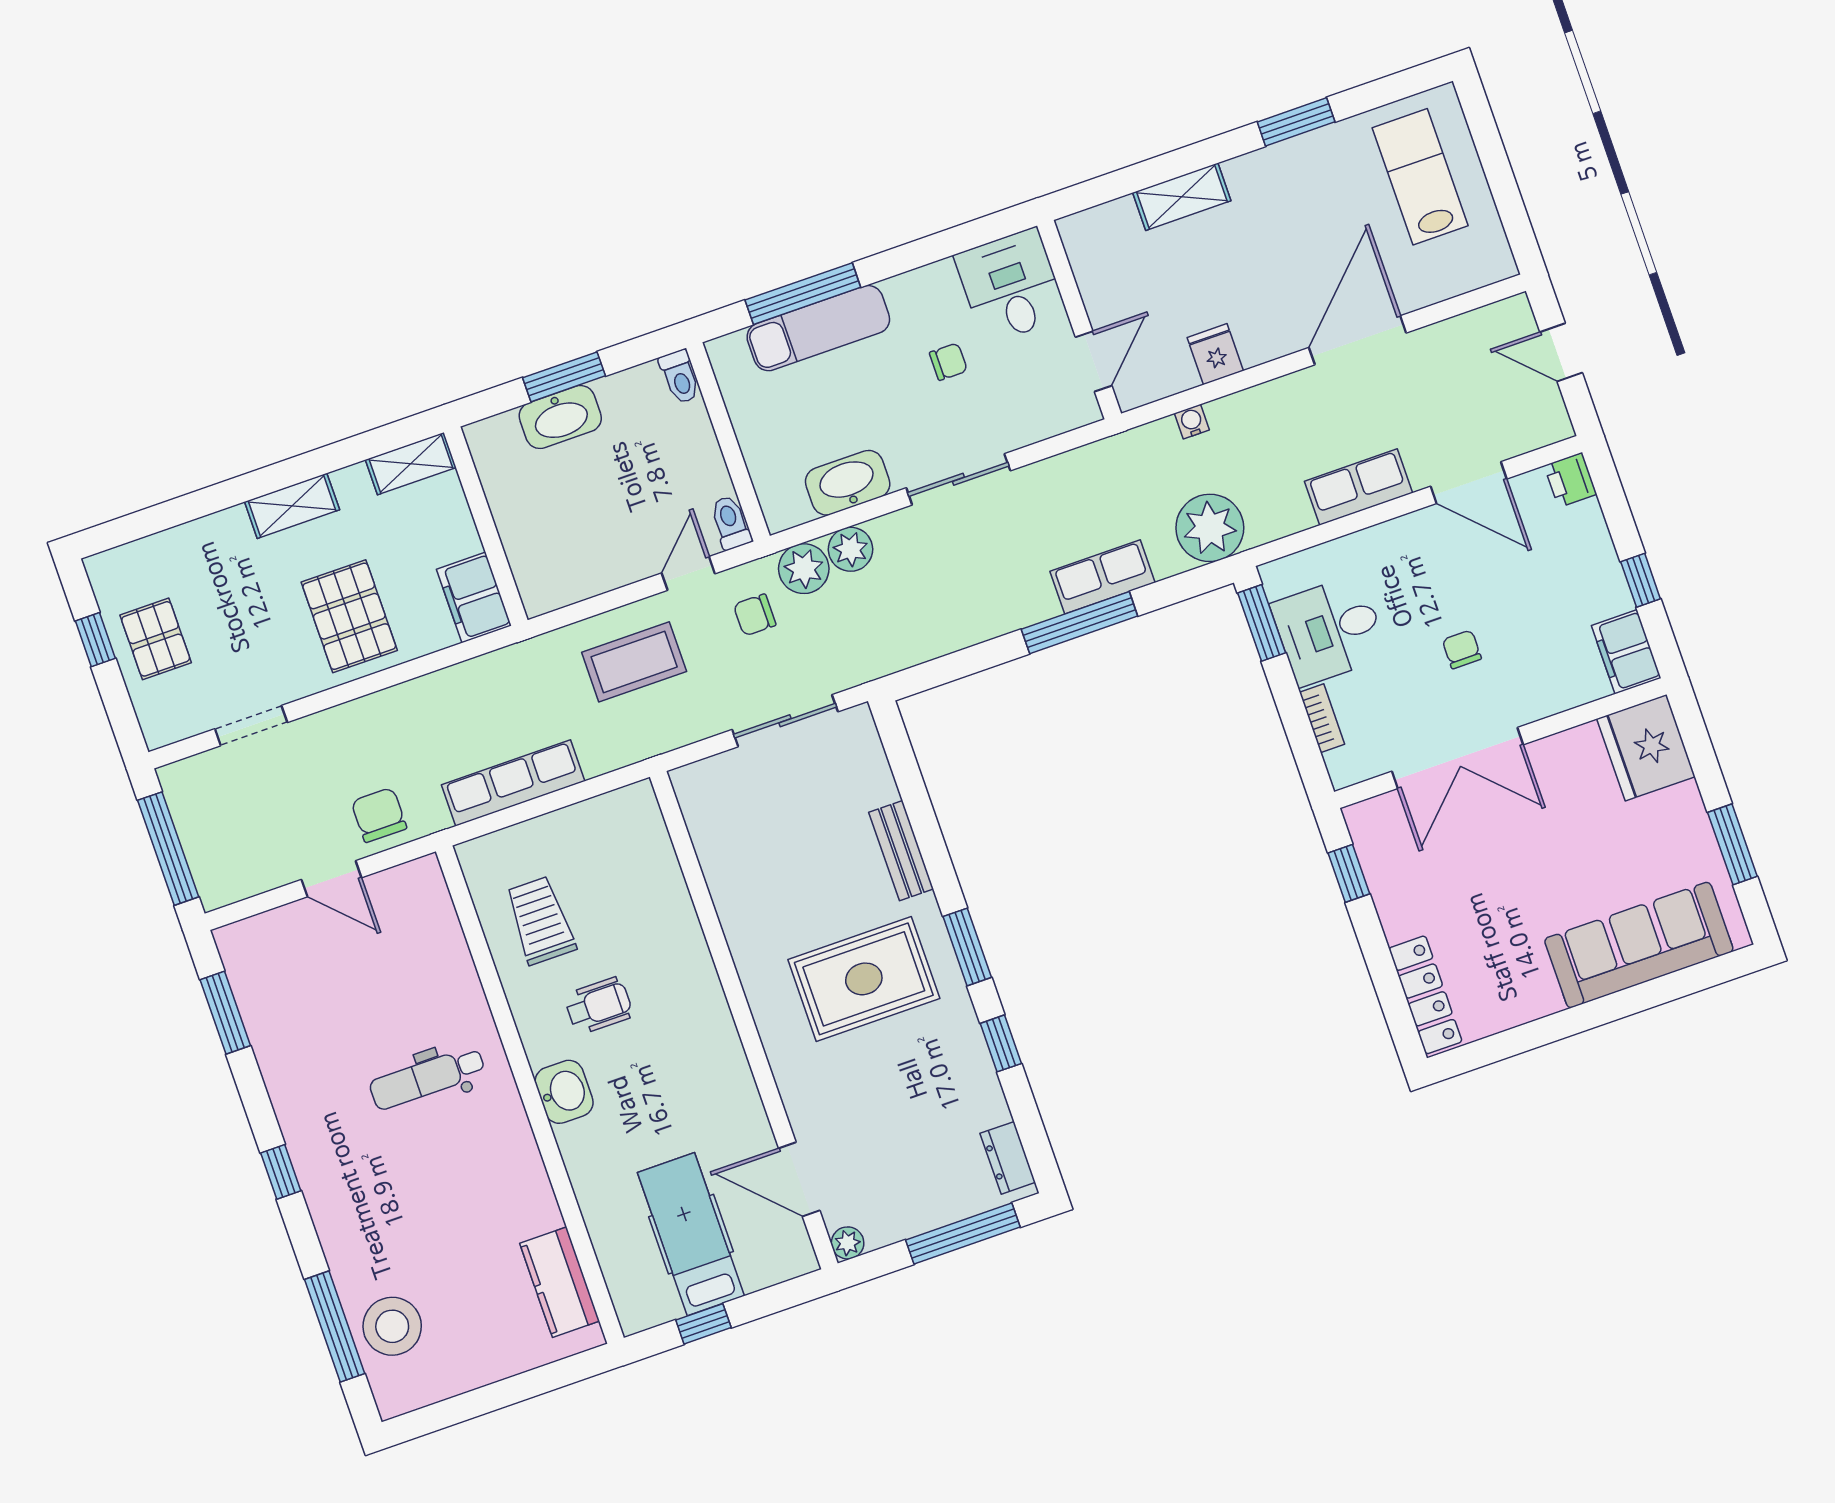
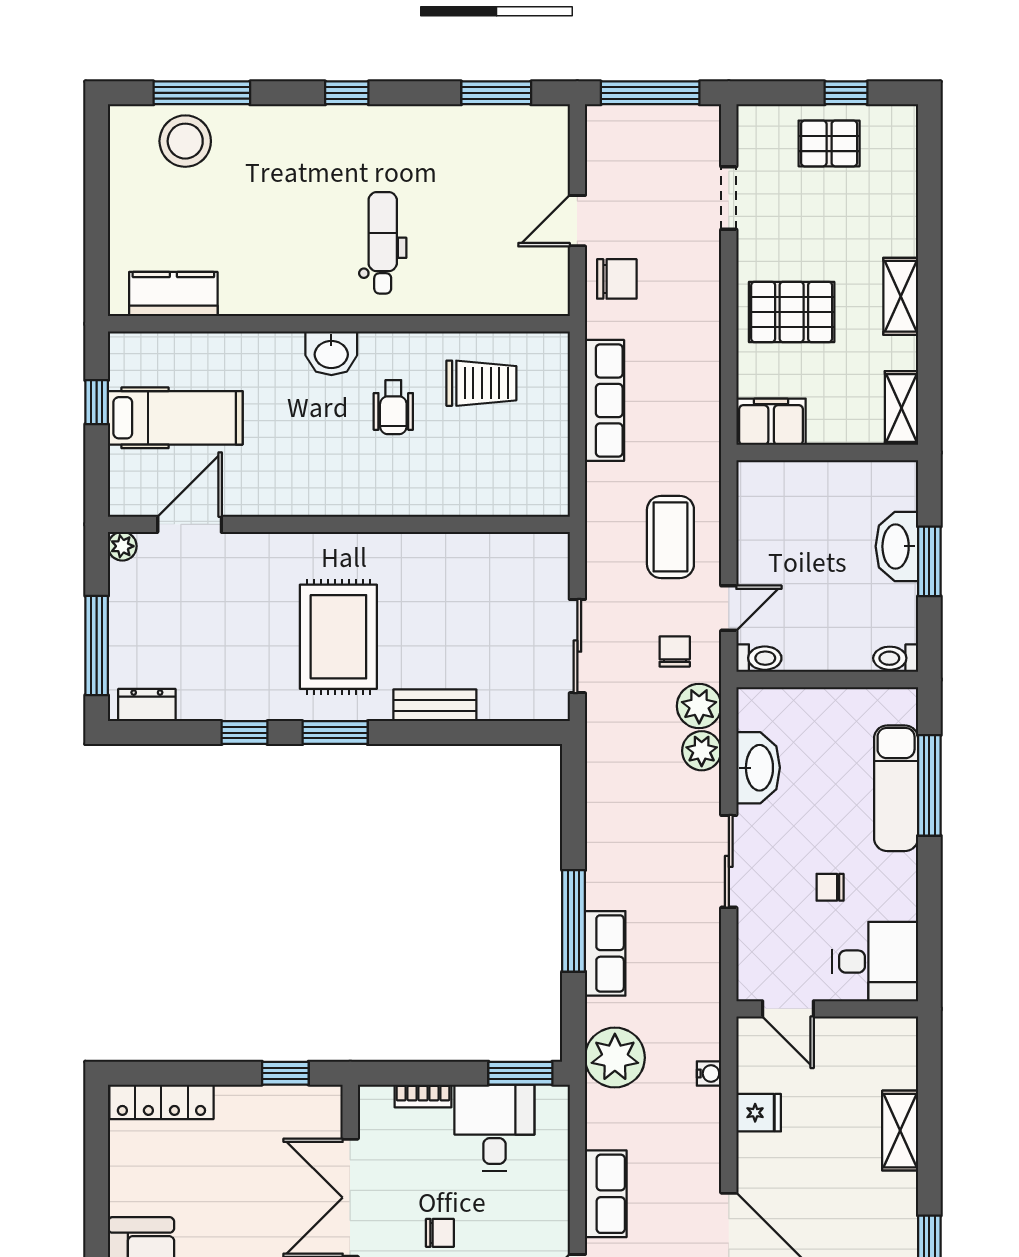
chair: (948, 362) -> (830, 887), turned 90
door: (688, 573) -> (729, 608), hinge flipped

